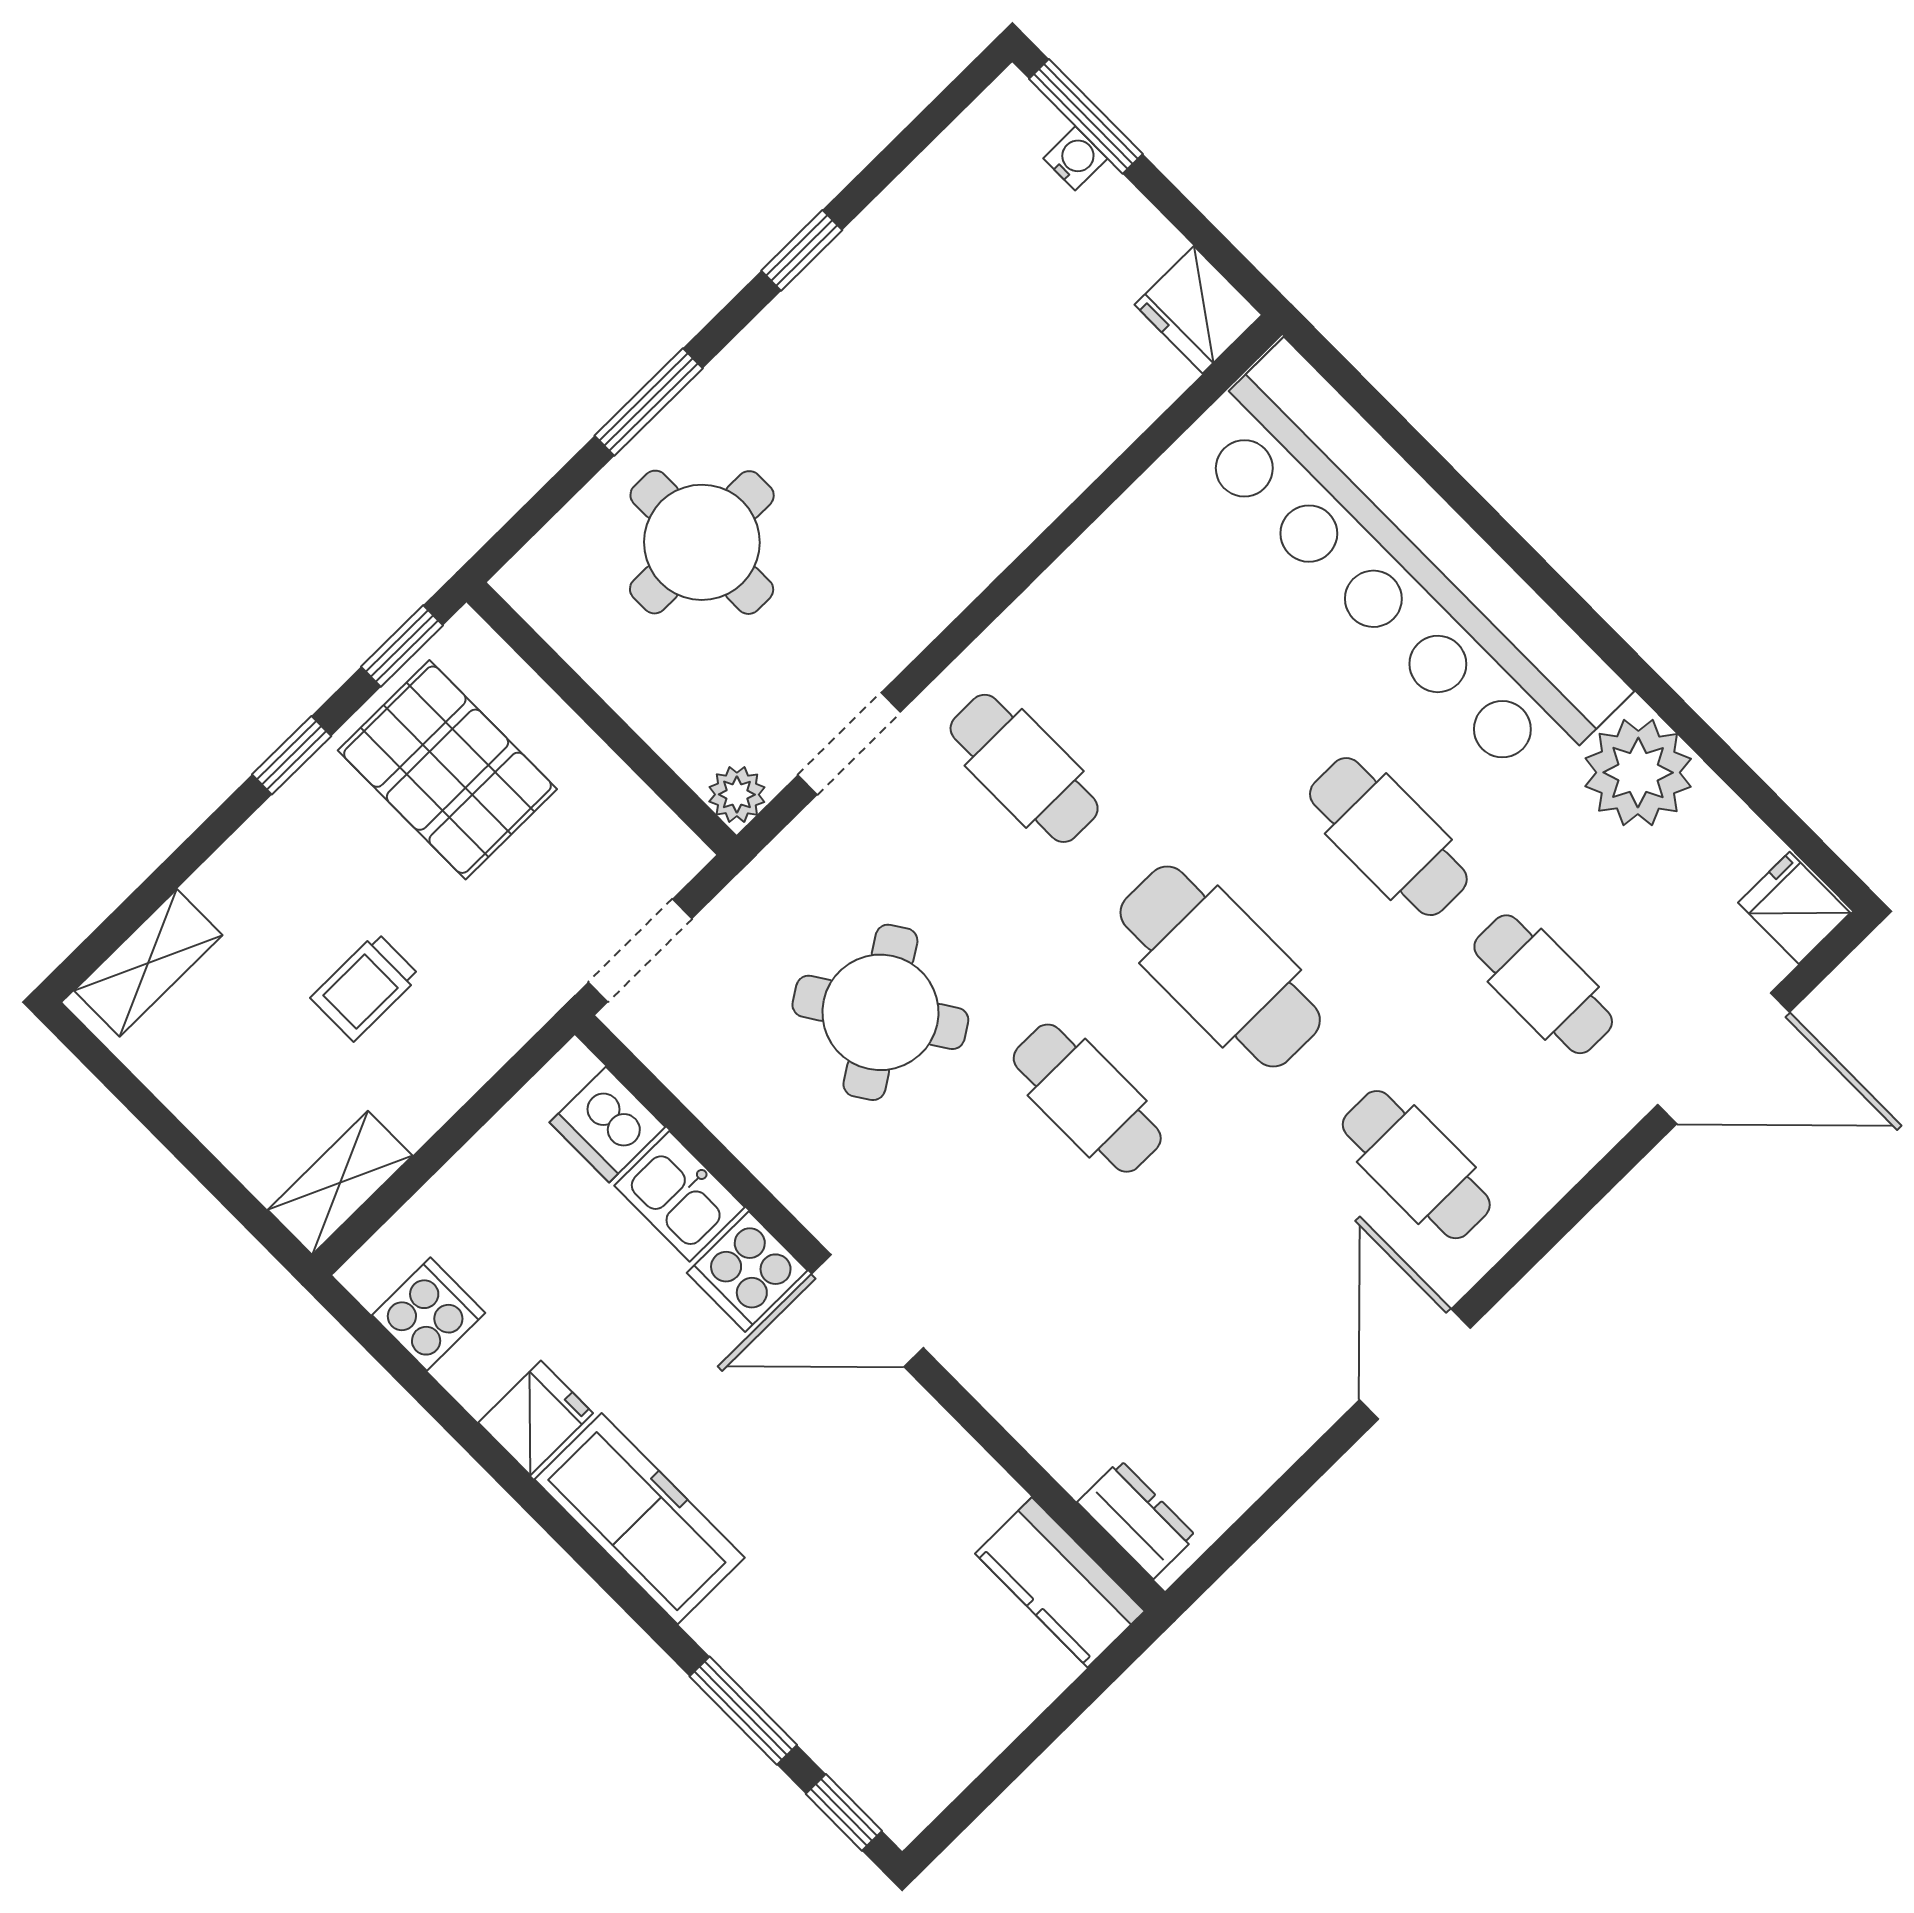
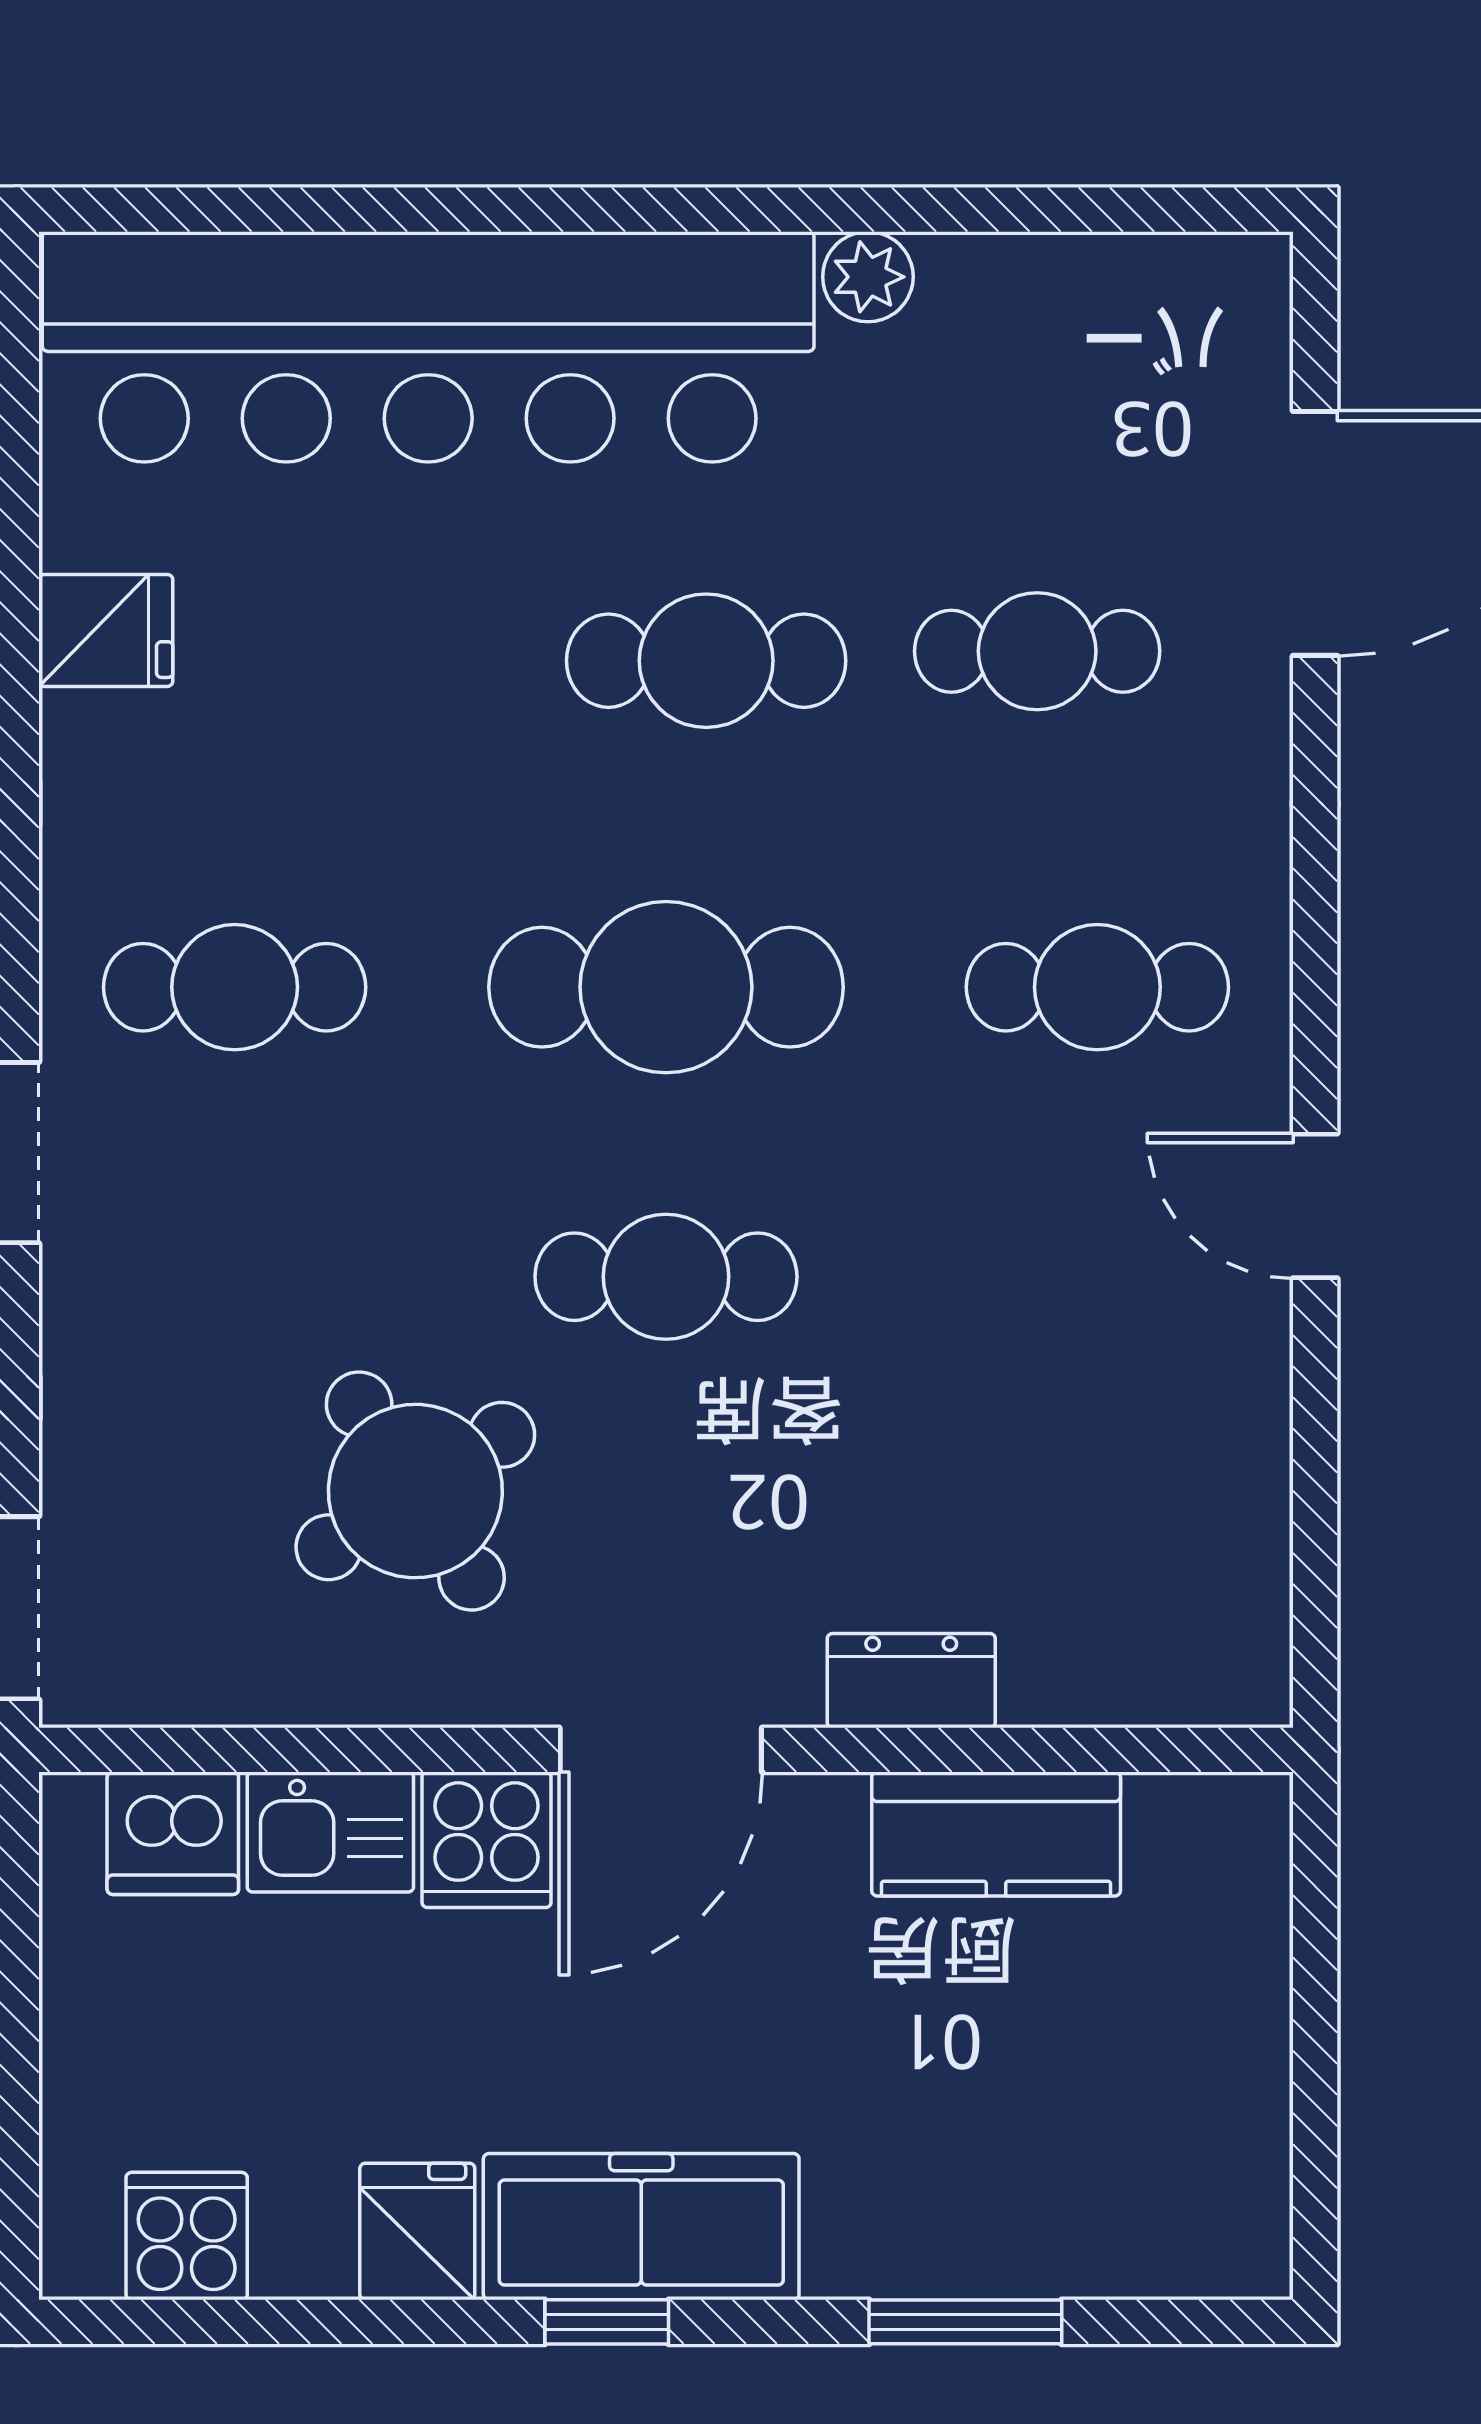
plant: (1638, 772) -> (868, 277), width x0.53, depth x0.53
fridge: (1794, 908) -> (106, 630), moved, turned 180
round table: (880, 1012) -> (415, 1491), moved
door: (1415, 1364) -> (1315, 1206), width x0.73
dresser: (1137, 1519) -> (911, 1681), moved
kitchen counter: (1060, 1582) -> (996, 1834), moved
window: (844, 1812) -> (607, 2322), moved

